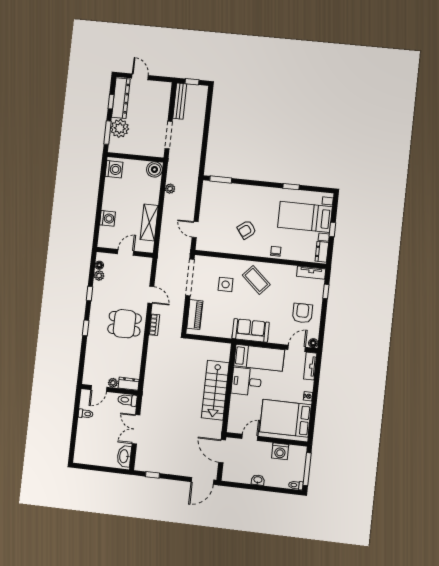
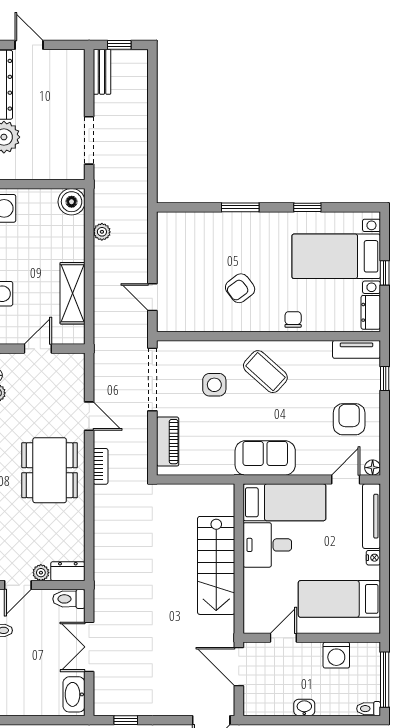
bench: (180, 101) -> (102, 72), width x0.73
window: (221, 179) -> (240, 207), moved
dining table: (125, 324) -> (50, 470), width x1.38
tv unit: (310, 366) -> (372, 516), width x1.41
bed: (285, 418) -> (339, 599), width x0.67

